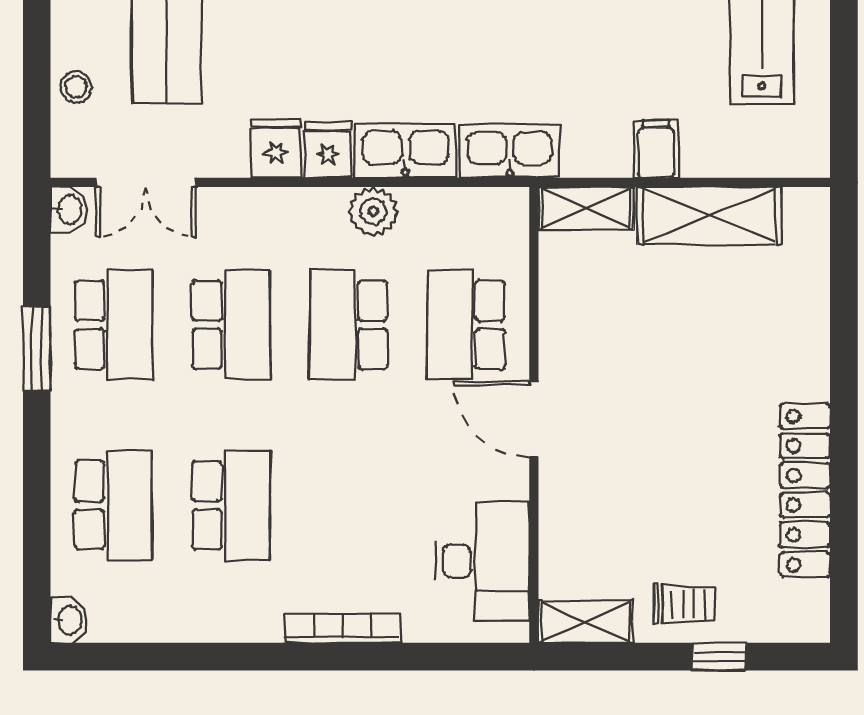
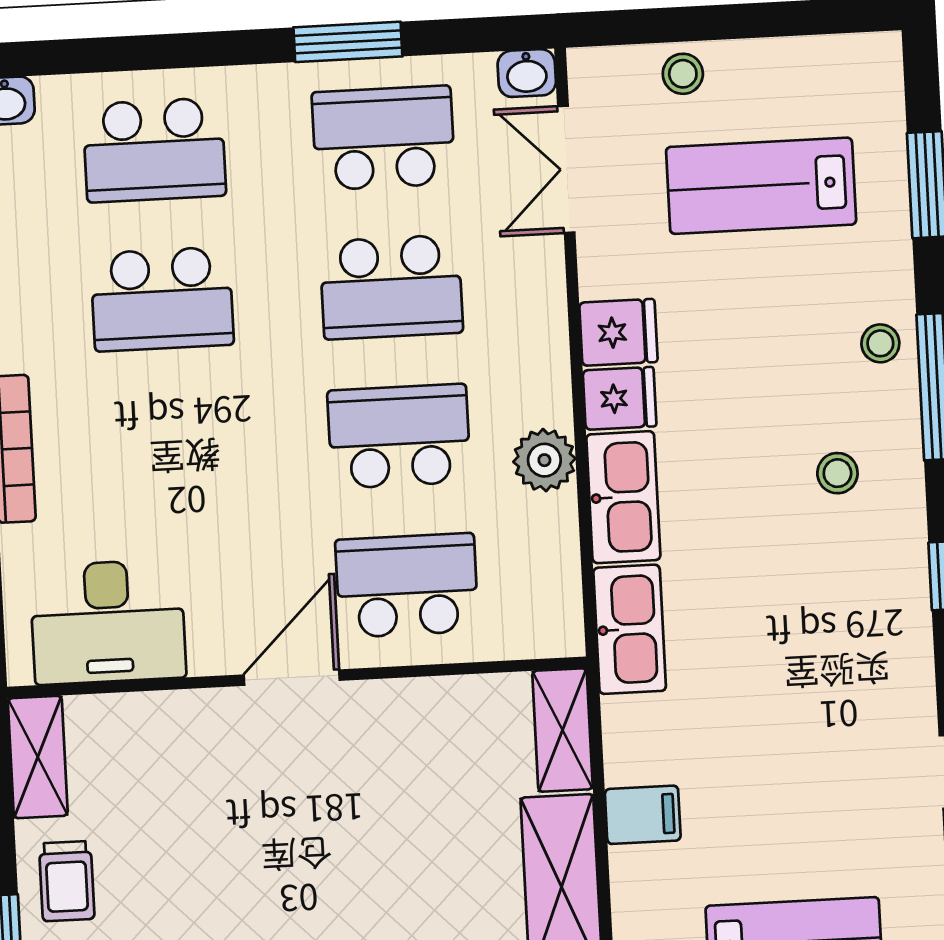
school desk: (114, 325) -> (383, 138), turned 180

